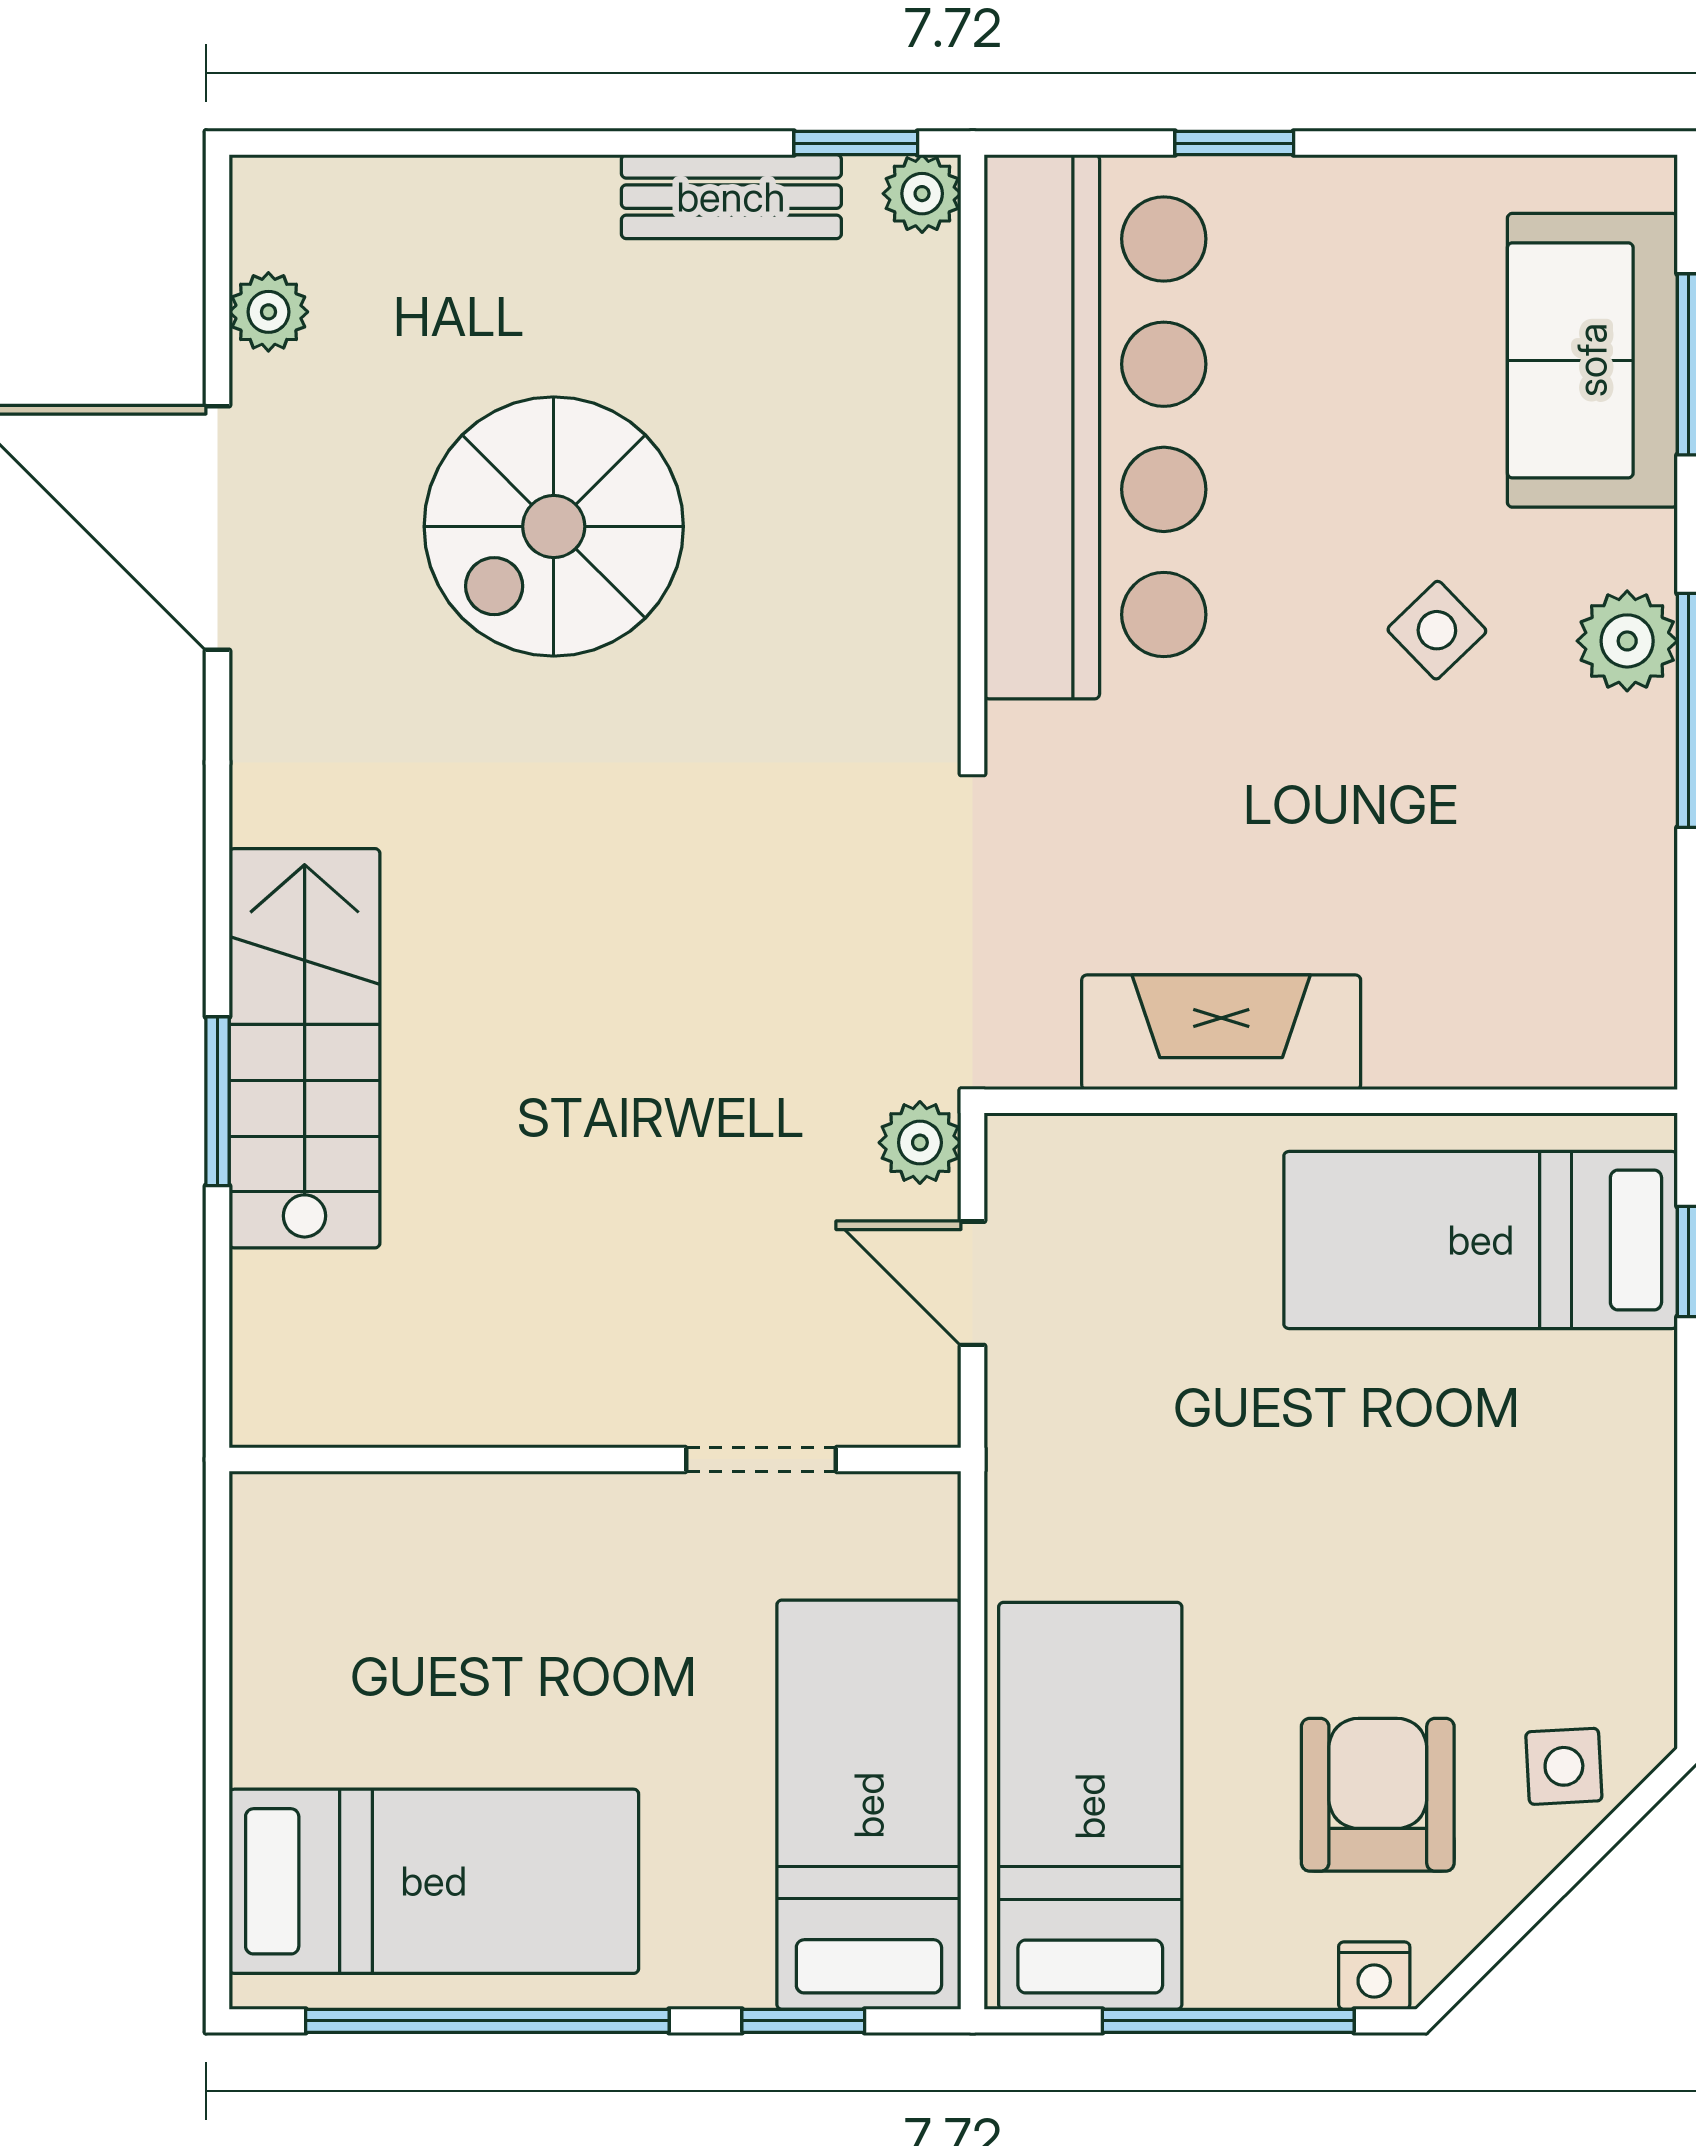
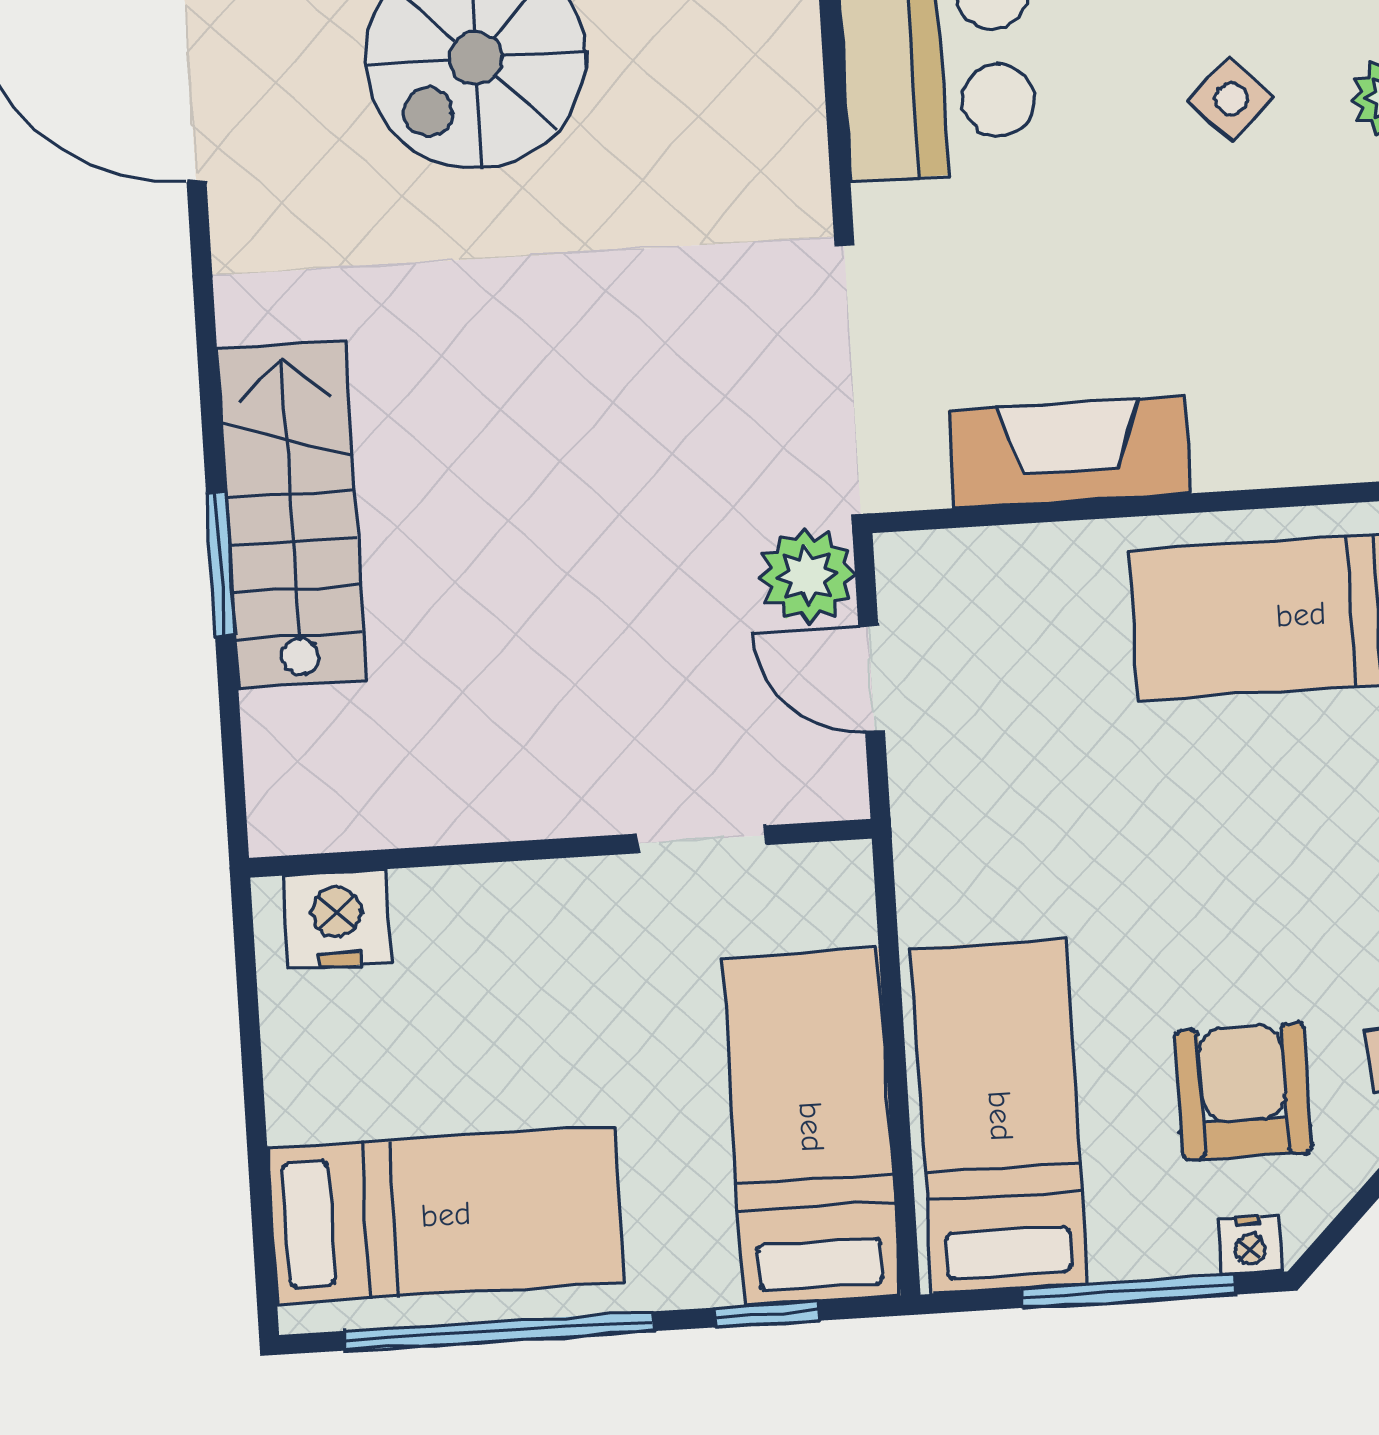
plant: (920, 1143) -> (807, 576), width x1.38, depth x1.38
nightstand: (328, 1526) -> (337, 919), added

